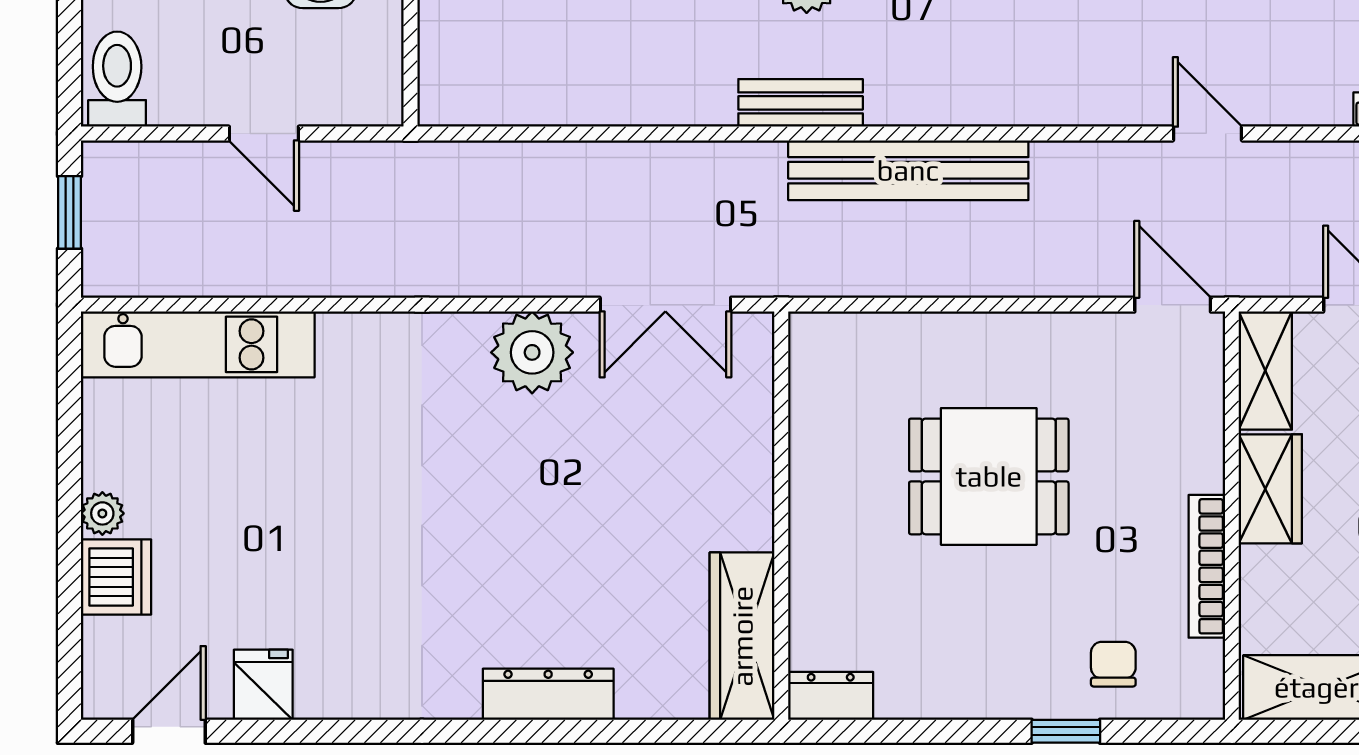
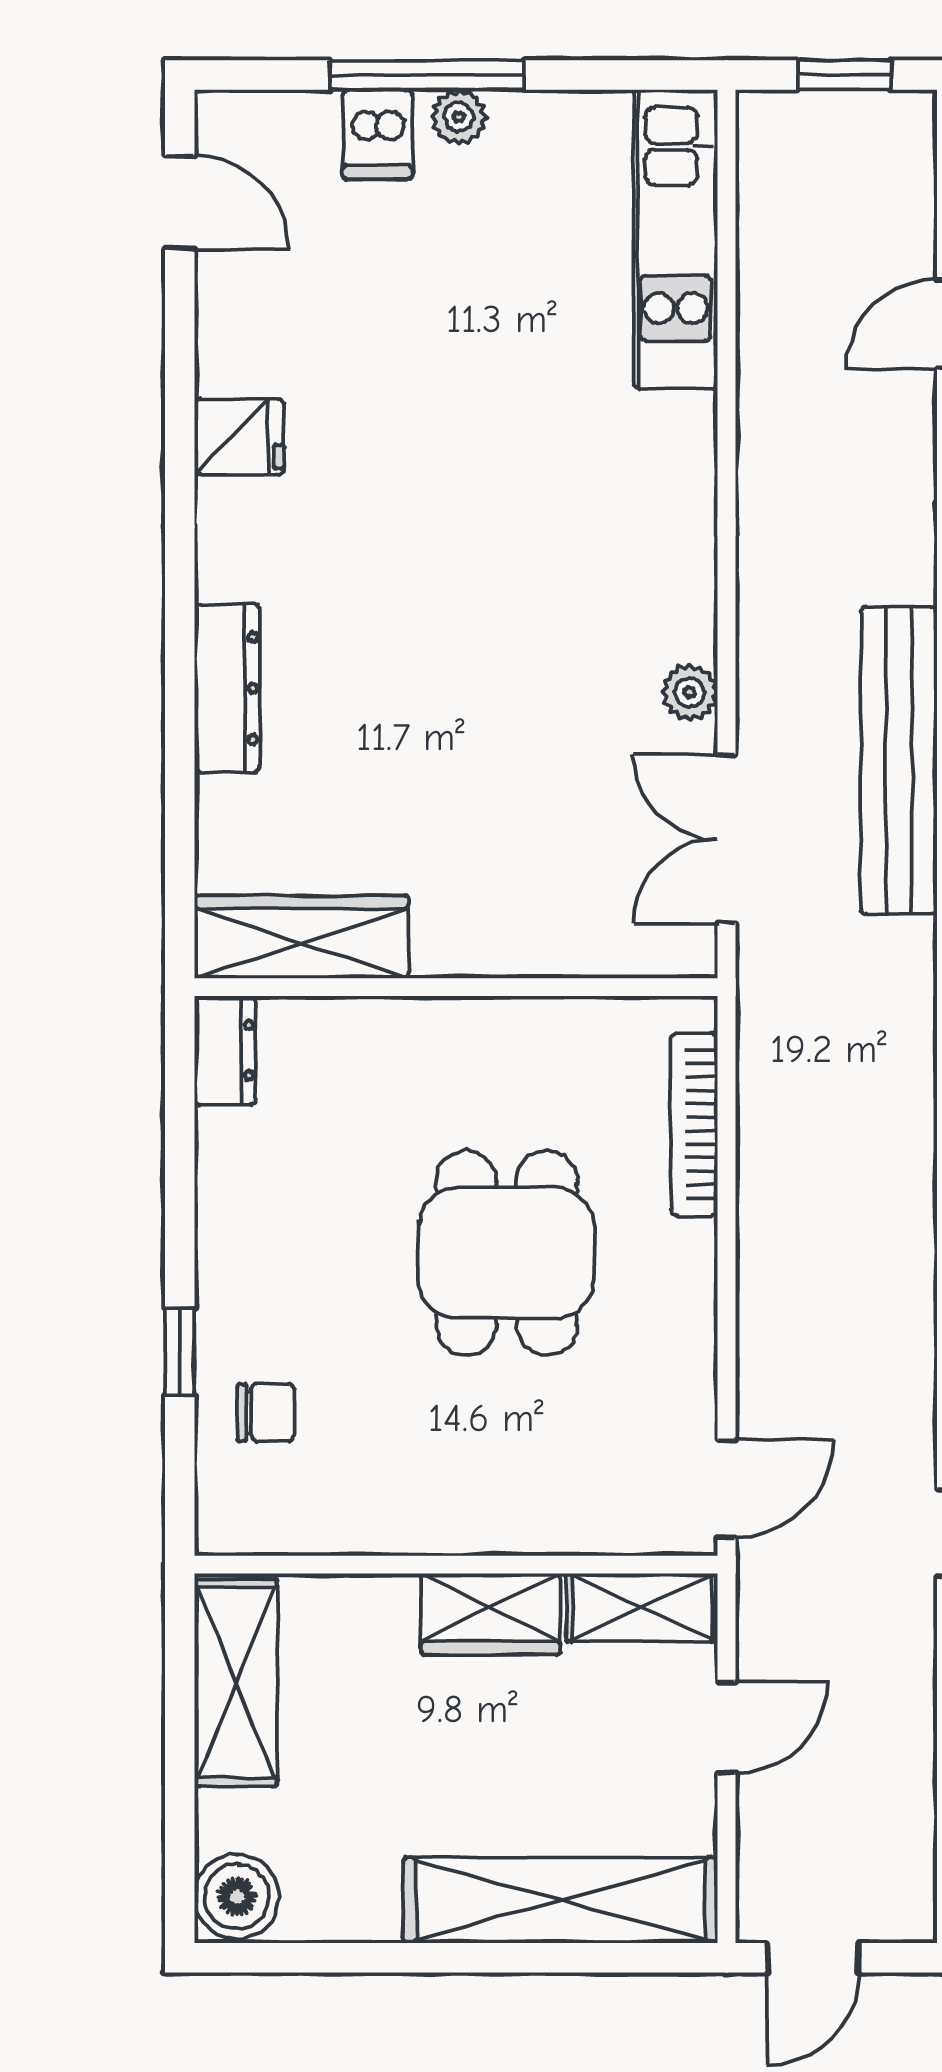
bench: (908, 170) -> (899, 760), moved
plant: (532, 352) -> (690, 692), width x0.53, depth x0.53
window: (69, 539) -> (426, 75), added
bookcase: (1207, 566) -> (694, 1124), moved, turned -90
dishwasher: (116, 577) -> (377, 135), width x0.73
fridge: (263, 685) -> (239, 437), moved

